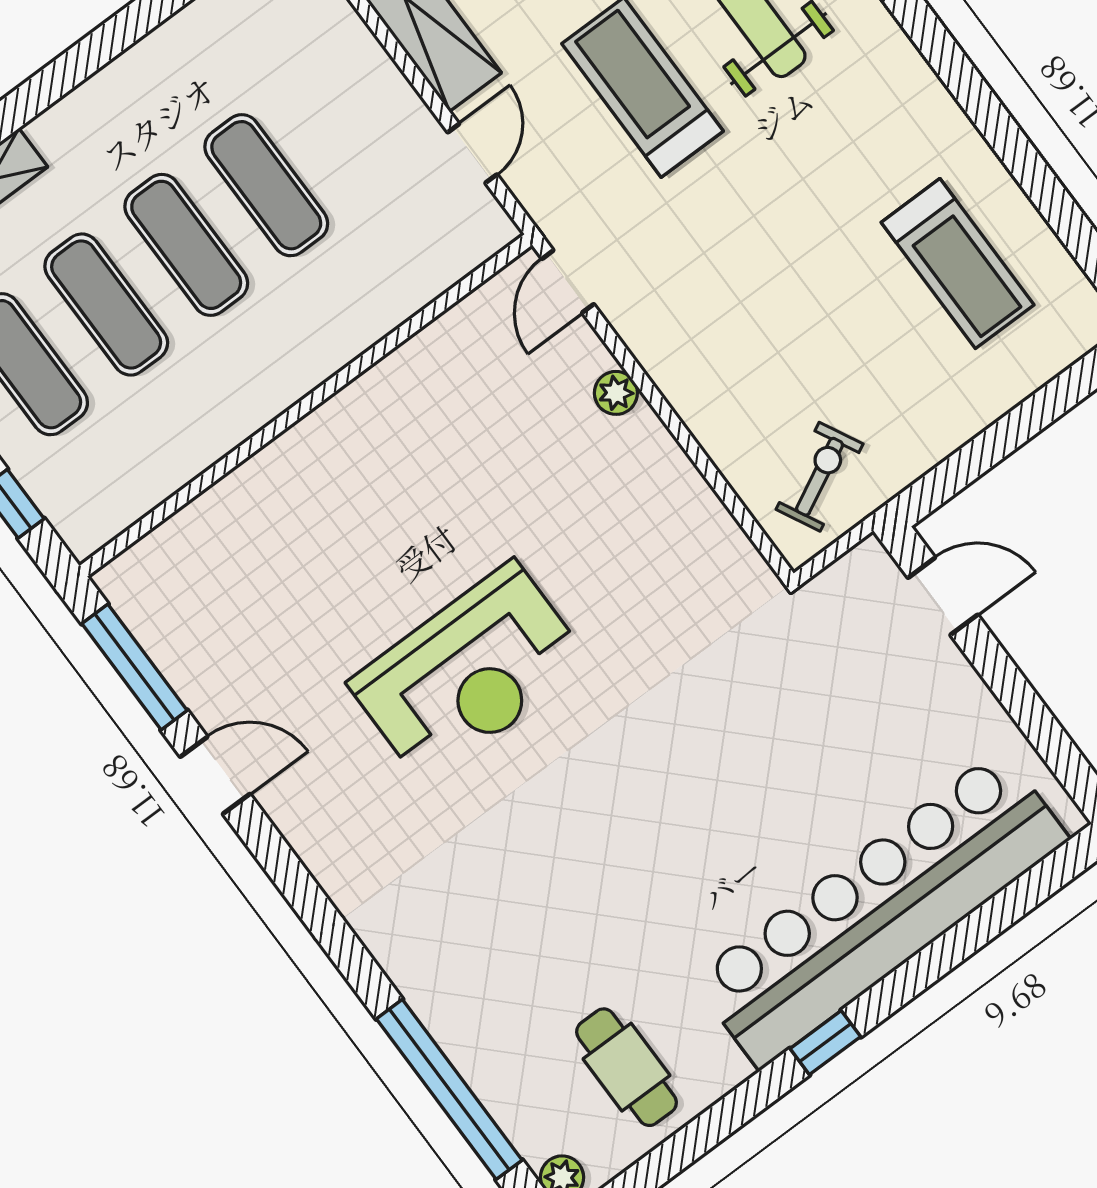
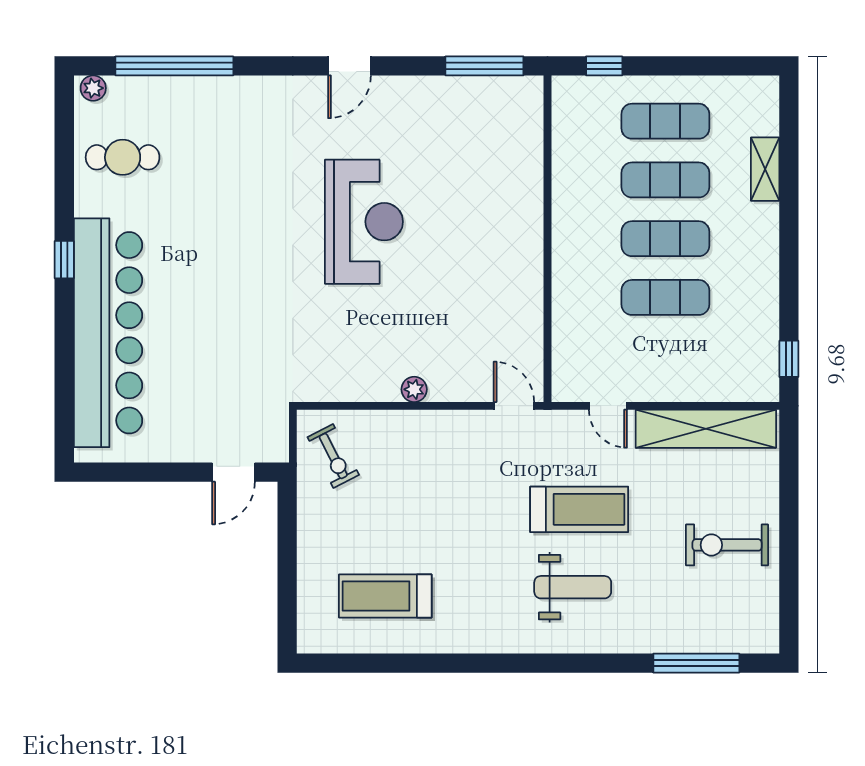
plant: (616, 393) -> (414, 389), moved
reception desk: (469, 673) -> (364, 222), turned 180
door: (215, 775) -> (350, 66), moved

